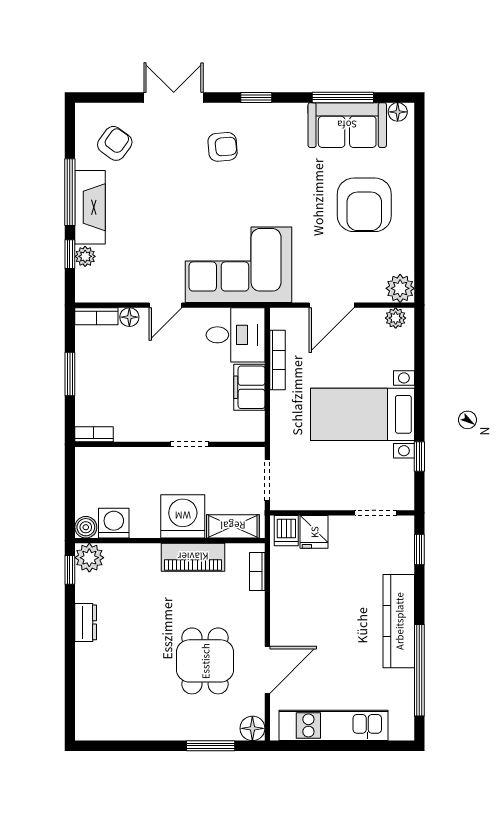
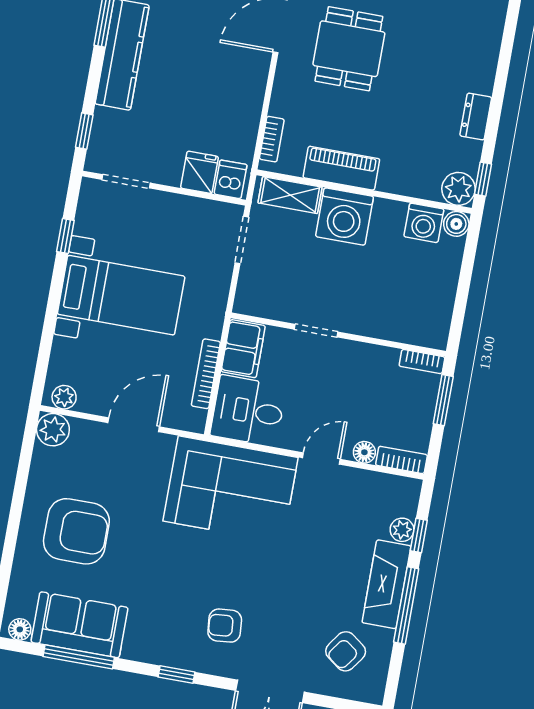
armchair: (364, 205) -> (76, 531), turned 90
bookcase: (94, 434) -> (422, 362), moved
wall: (170, 444) -> (338, 335), moved
doorway: (190, 444) -> (316, 331), moved

